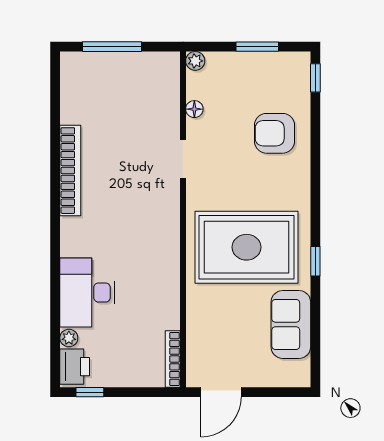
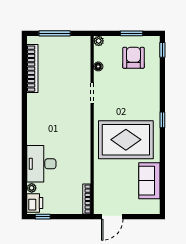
armchair: (274, 133) -> (133, 58), moved, turned 90
bookcase: (70, 171) -> (32, 69), moved
window: (315, 261) -> (162, 120), moved

